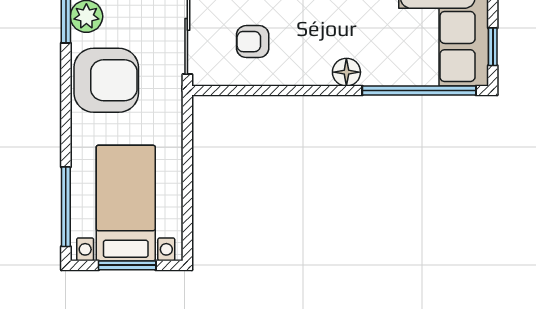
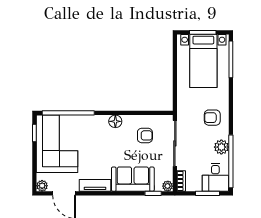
floor lamp: (346, 72) -> (115, 121), moved
armchair: (106, 80) -> (212, 118), width x0.53, depth x0.53

